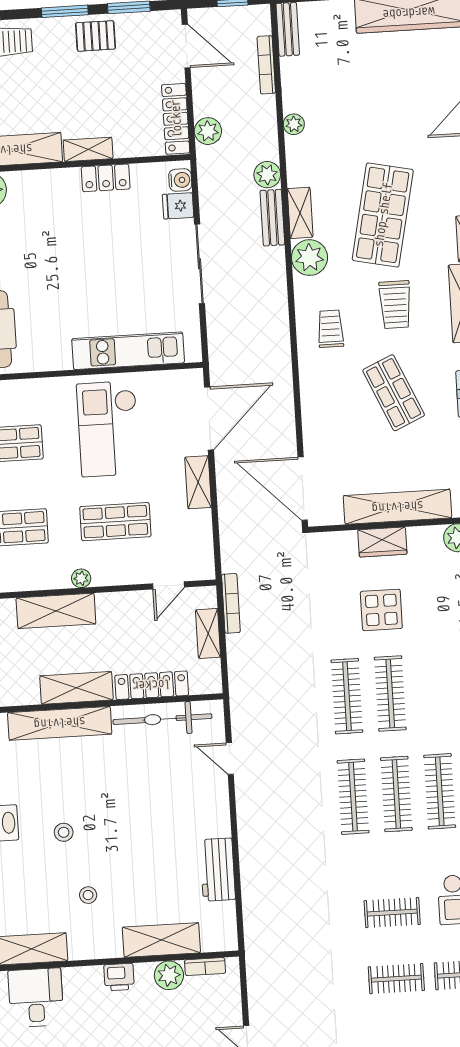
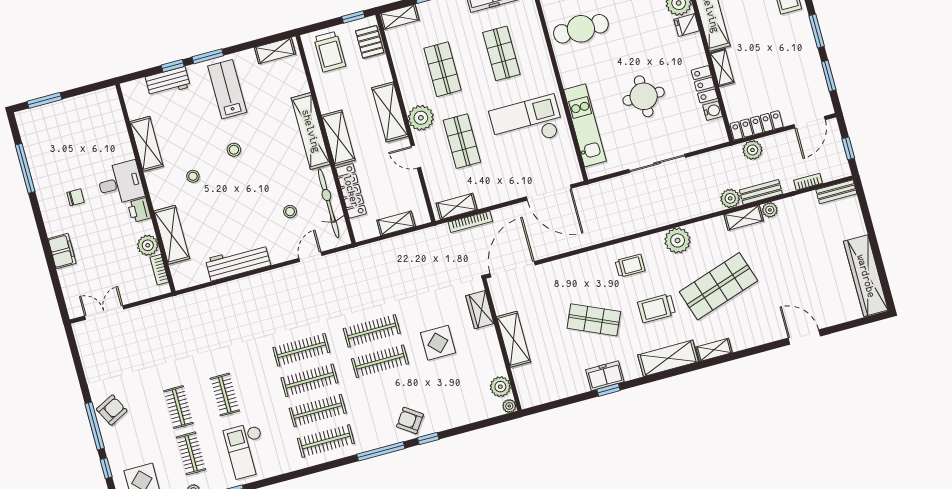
pallet: (95, 36) -> (804, 56), removed
bookcase: (266, 65) -> (808, 182), width x0.64
water cooler: (180, 180) -> (713, 111), moved, turned -90
fridge: (178, 206) -> (687, 25), moved, turned -90
shelving: (300, 213) -> (744, 218), moved
shop shelf: (383, 215) -> (718, 286), turned -30
bench: (272, 218) -> (761, 192), moved
round table: (105, 263) -> (644, 96), added
shop shelf: (394, 393) -> (594, 320), turned 48
shelving: (198, 482) -> (457, 206), moved
shelving: (398, 507) -> (514, 339), width x0.68
wardrobe: (382, 542) -> (480, 310), moved
plant: (81, 578) -> (421, 118), width x1.88, depth x1.88
door: (168, 585) -> (416, 157), moved
bookcase: (231, 603) -> (470, 222), moved
stool: (163, 774) -> (290, 212), added
workbench: (218, 870) -> (238, 262), width x1.38
desk: (36, 998) -> (120, 183), moved

